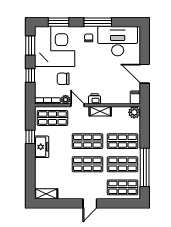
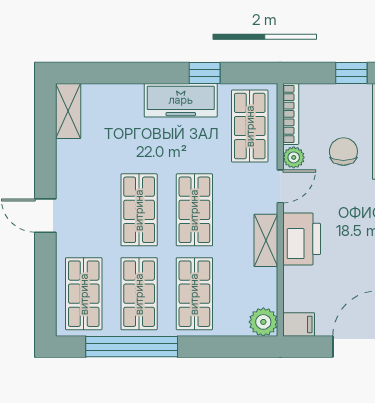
printer: (95, 99) -> (302, 239), width x1.87, depth x1.48
freezer: (42, 147) -> (181, 100), width x1.40

